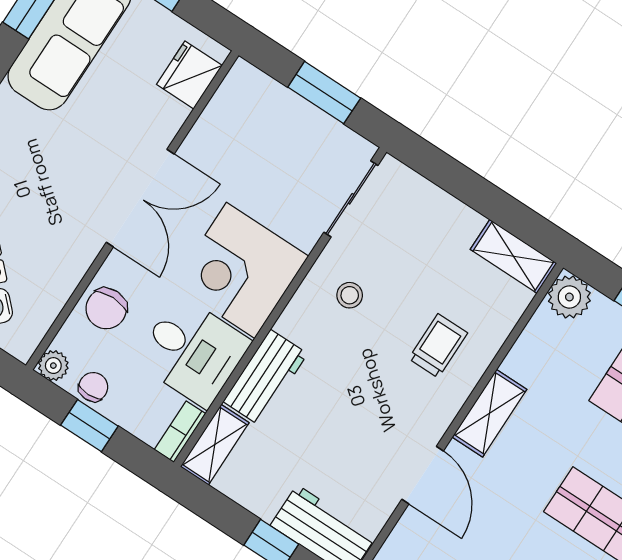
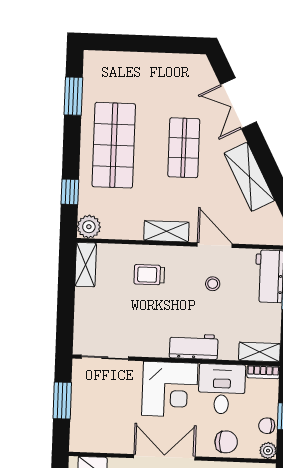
stool: (350, 295) -> (213, 284), moved
workbench: (265, 378) -> (194, 346), moved
door: (423, 475) -> (215, 245), hinge flipped

